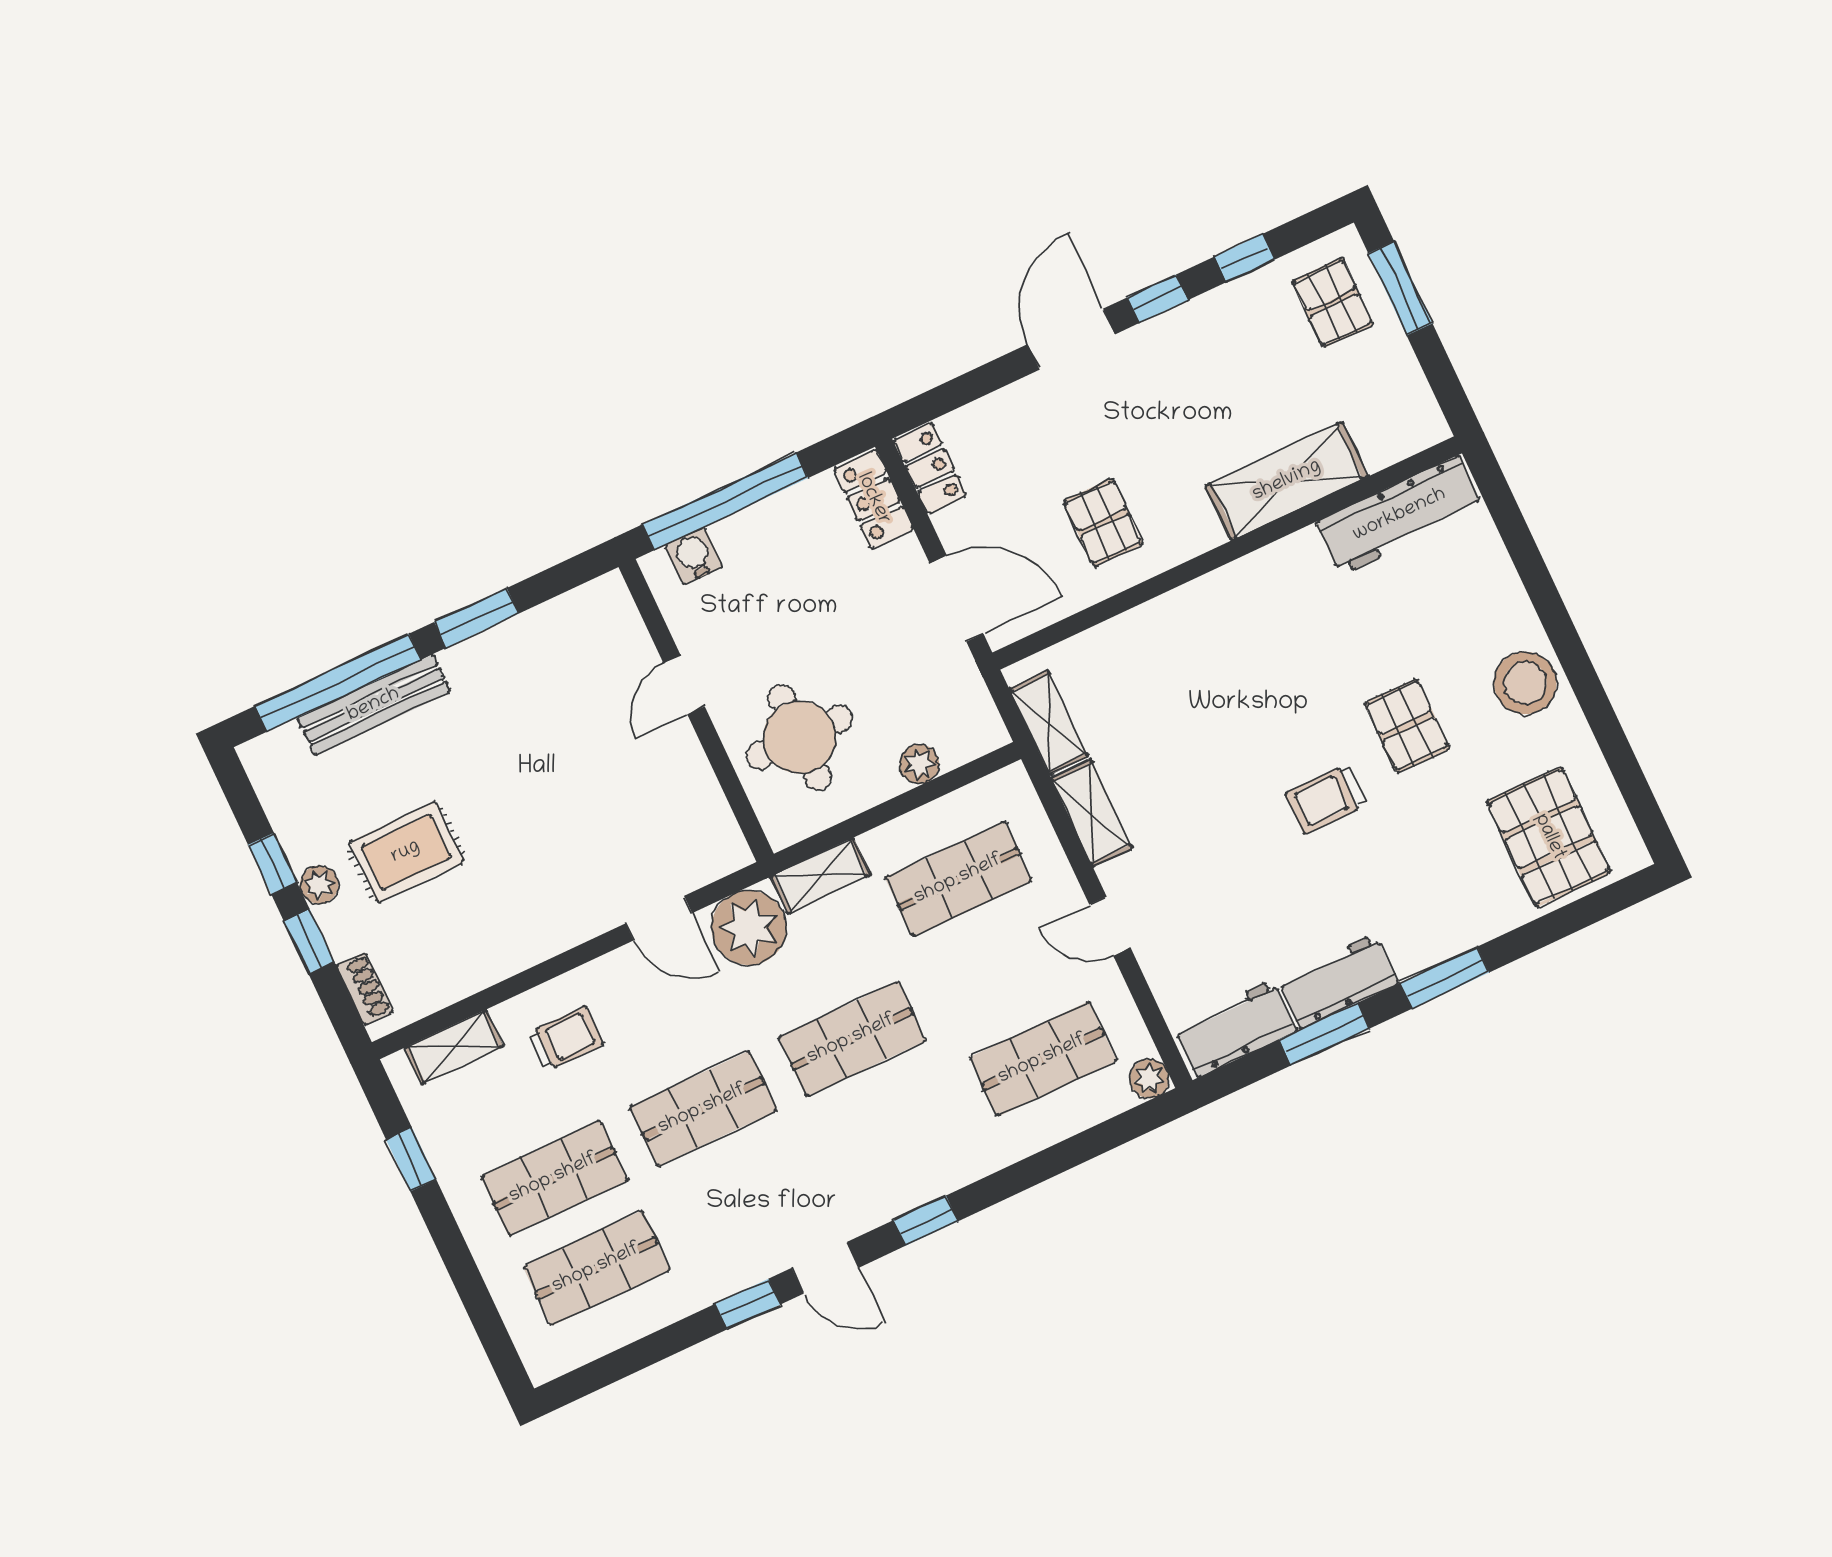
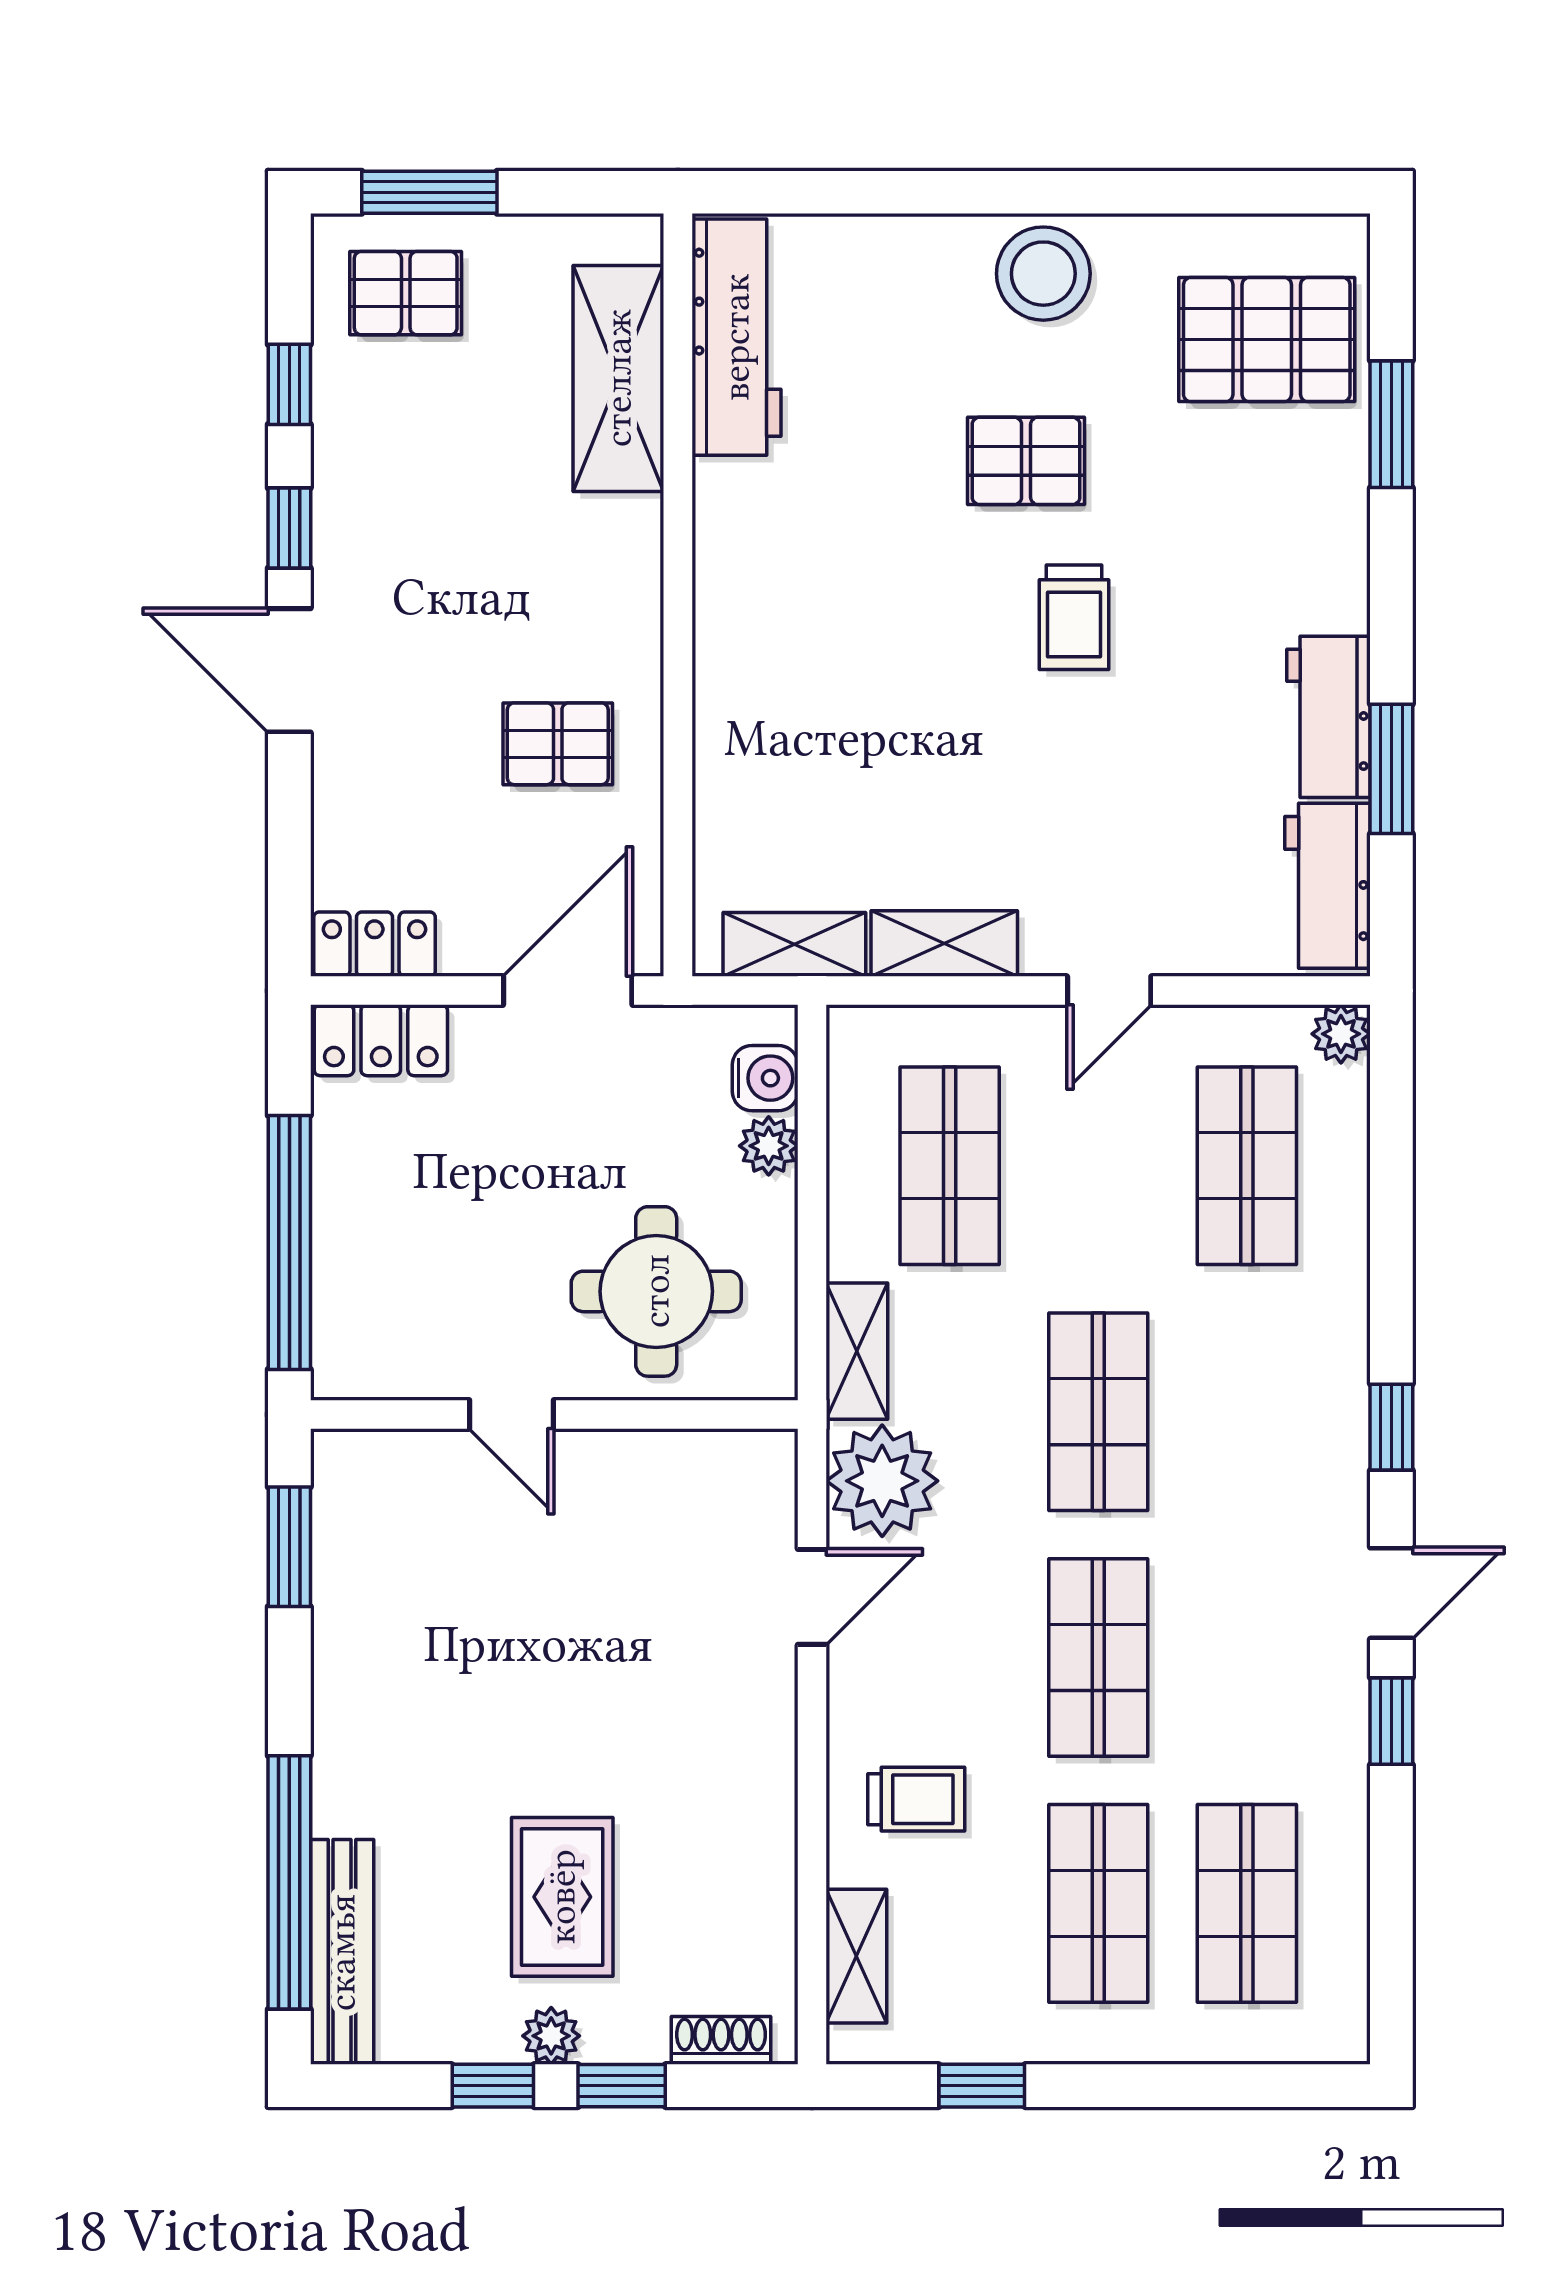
shelving: (1287, 481) -> (618, 378), moved
water cooler: (694, 556) -> (765, 1078), moved, turned 180
window: (477, 618) -> (289, 1547), moved
bench: (374, 705) -> (342, 1952), moved
window: (1445, 978) -> (1391, 424), moved
trolley: (566, 1039) -> (916, 1799), turned 90

